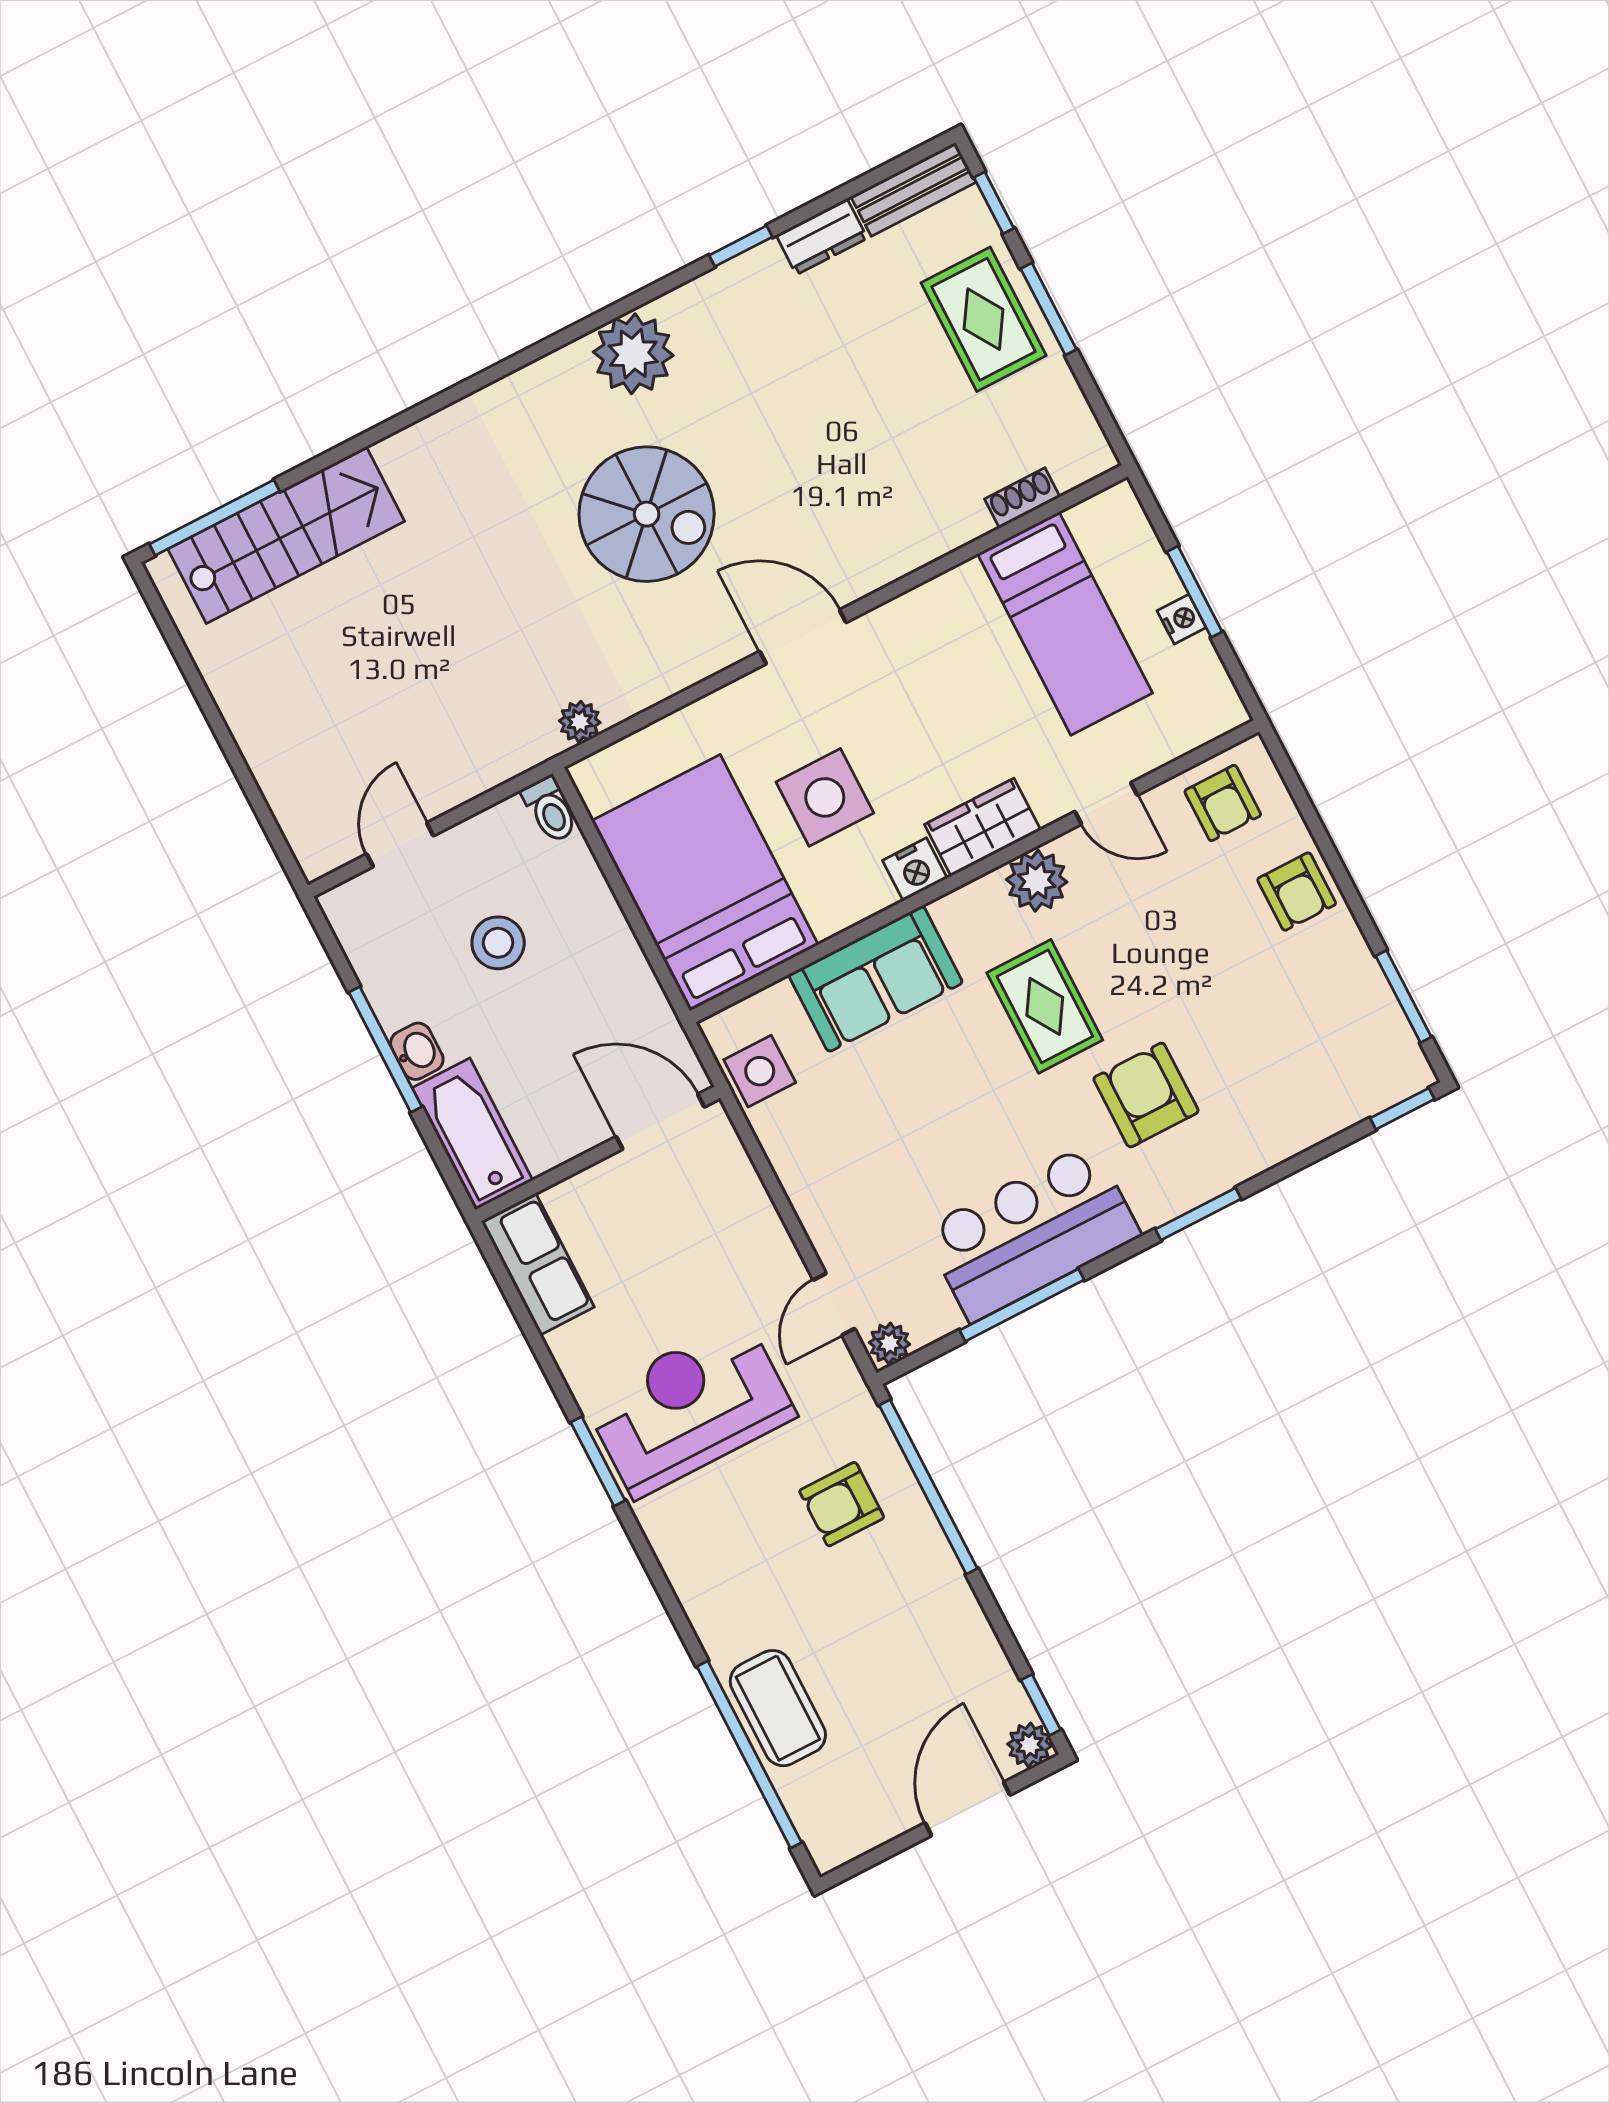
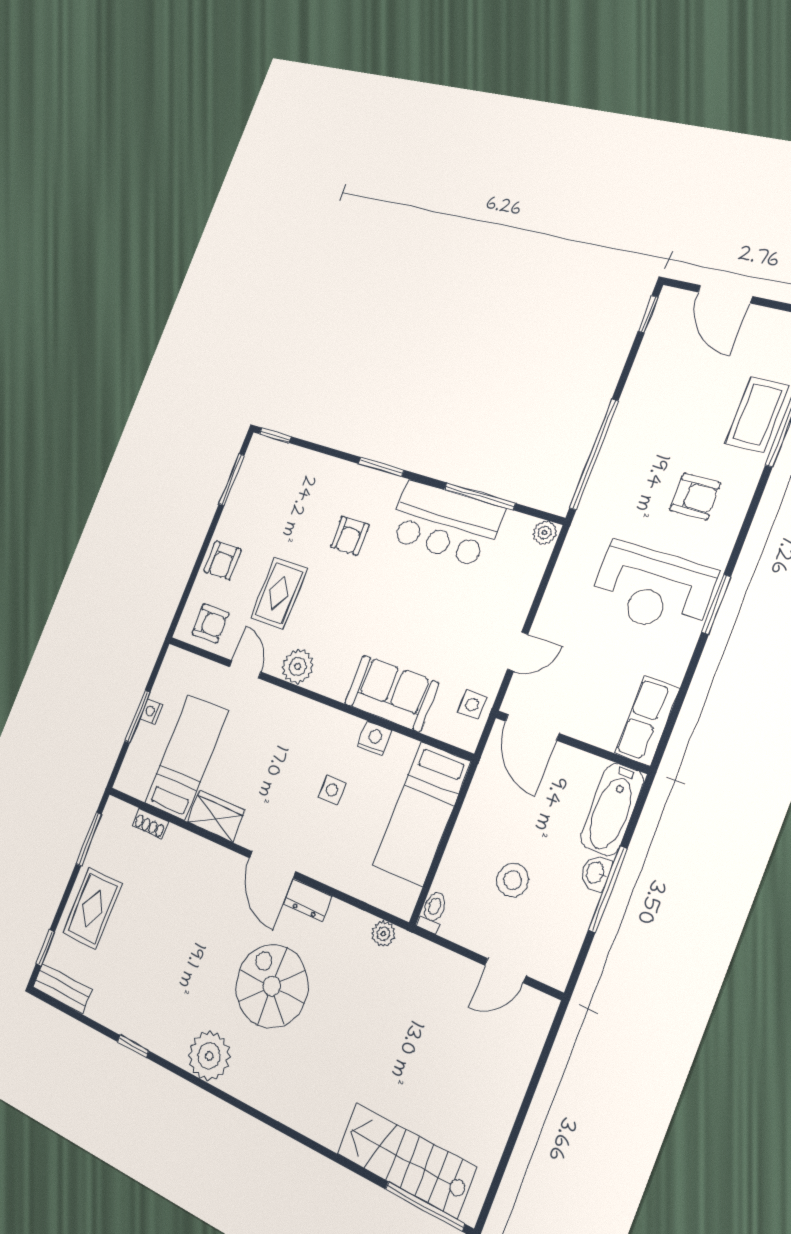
dresser: (822, 237) -> (308, 900), moved, turned 180
window: (1049, 309) -> (89, 839), moved
side table: (825, 797) -> (332, 790), width x0.54, depth x0.54
armchair: (1223, 803) -> (210, 623), turned 90
wardrobe: (983, 827) -> (216, 816), moved, turned 180
nightstand: (915, 869) -> (374, 738), moved
bed: (705, 883) -> (422, 814), width x0.67
armchair: (1297, 892) -> (223, 560), turned 180
rug: (1045, 1006) -> (279, 593), moved
side table: (760, 1071) -> (472, 705), width x0.73, depth x0.73
armchair: (1146, 1095) -> (350, 536), width x0.72, depth x0.72
door: (834, 1304) -> (518, 652), moved
armchair: (842, 1504) -> (695, 497), moved
plant: (1030, 1745) -> (671, 300), removed
door: (968, 1809) -> (725, 294), hinge flipped

